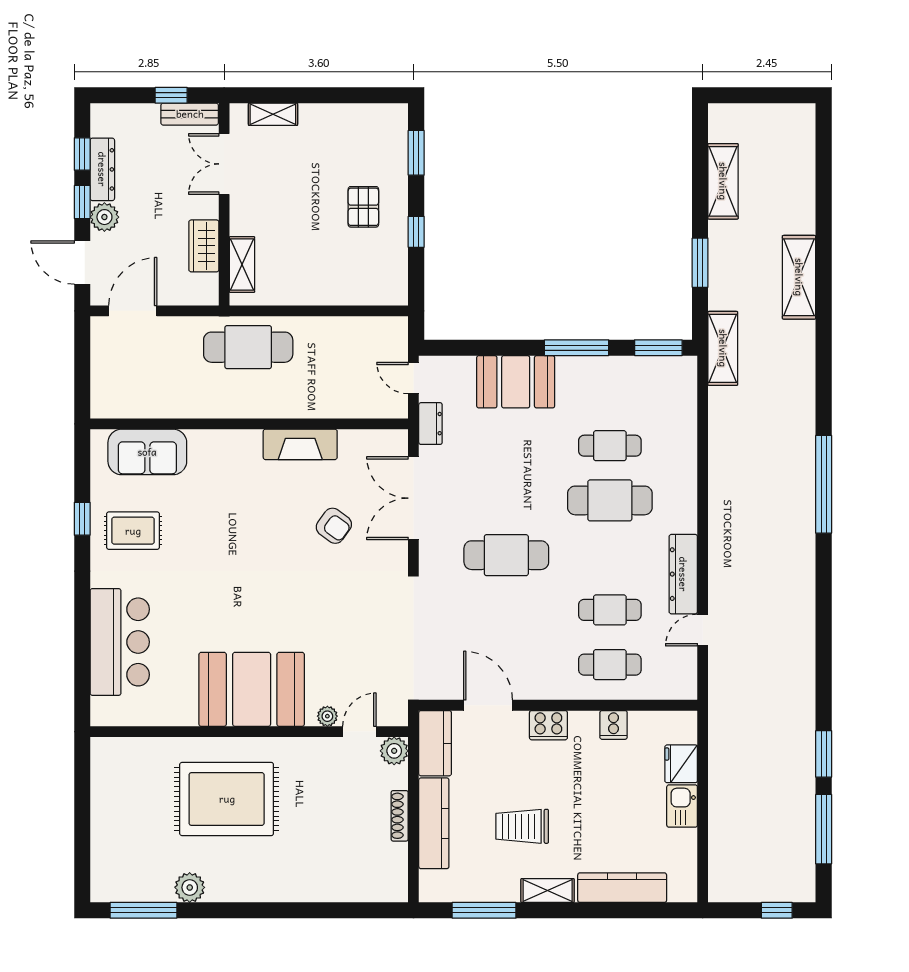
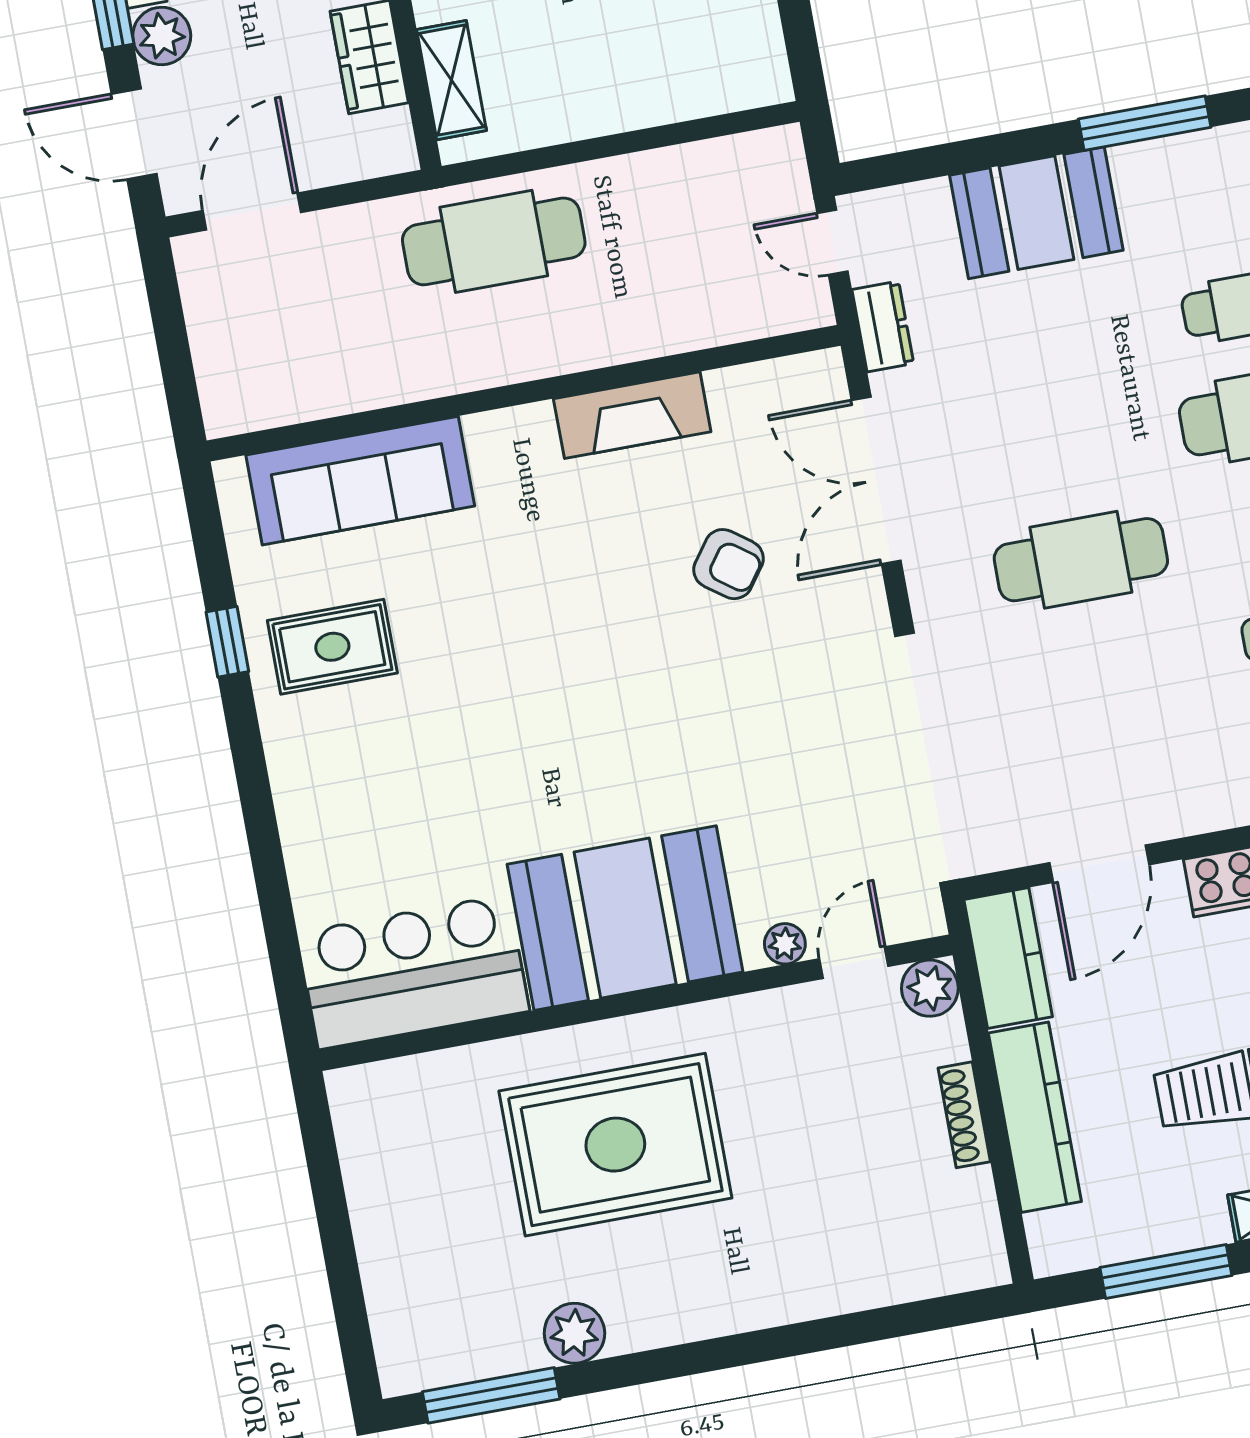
sofa: (147, 452) -> (360, 481), width x1.36
bar counter: (120, 642) -> (413, 972), moved, turned -90
door: (488, 705) -> (1099, 864), swing flipped

